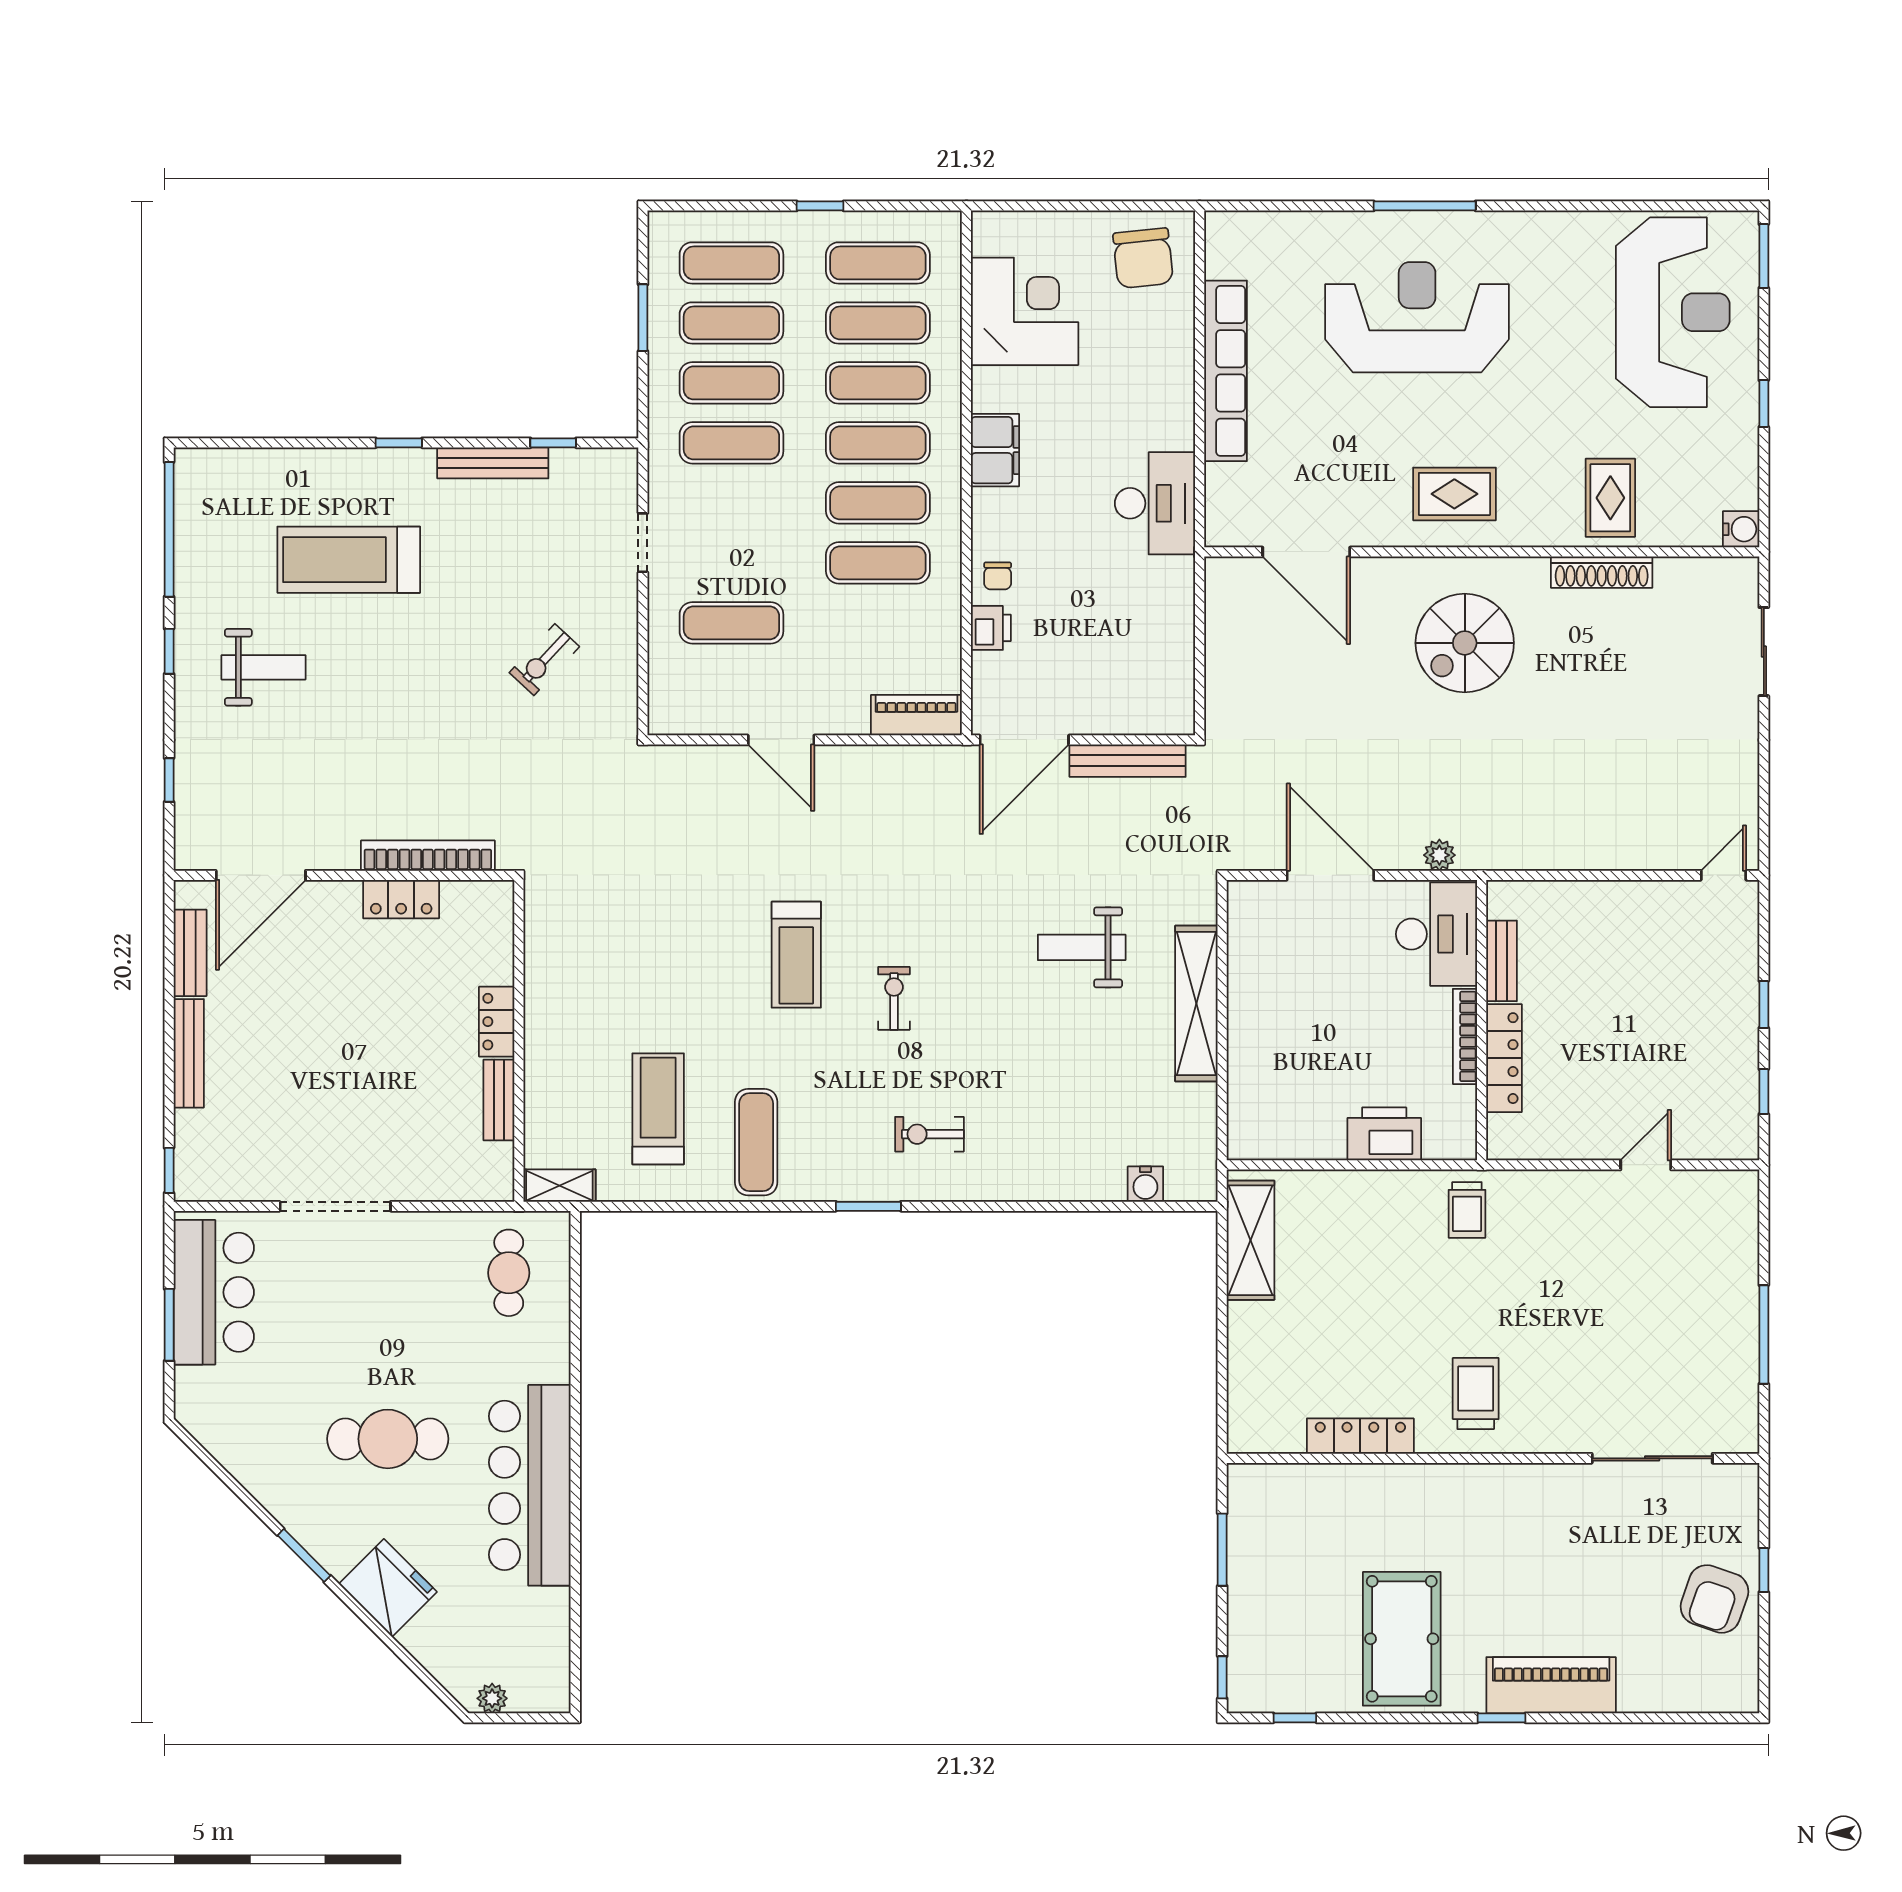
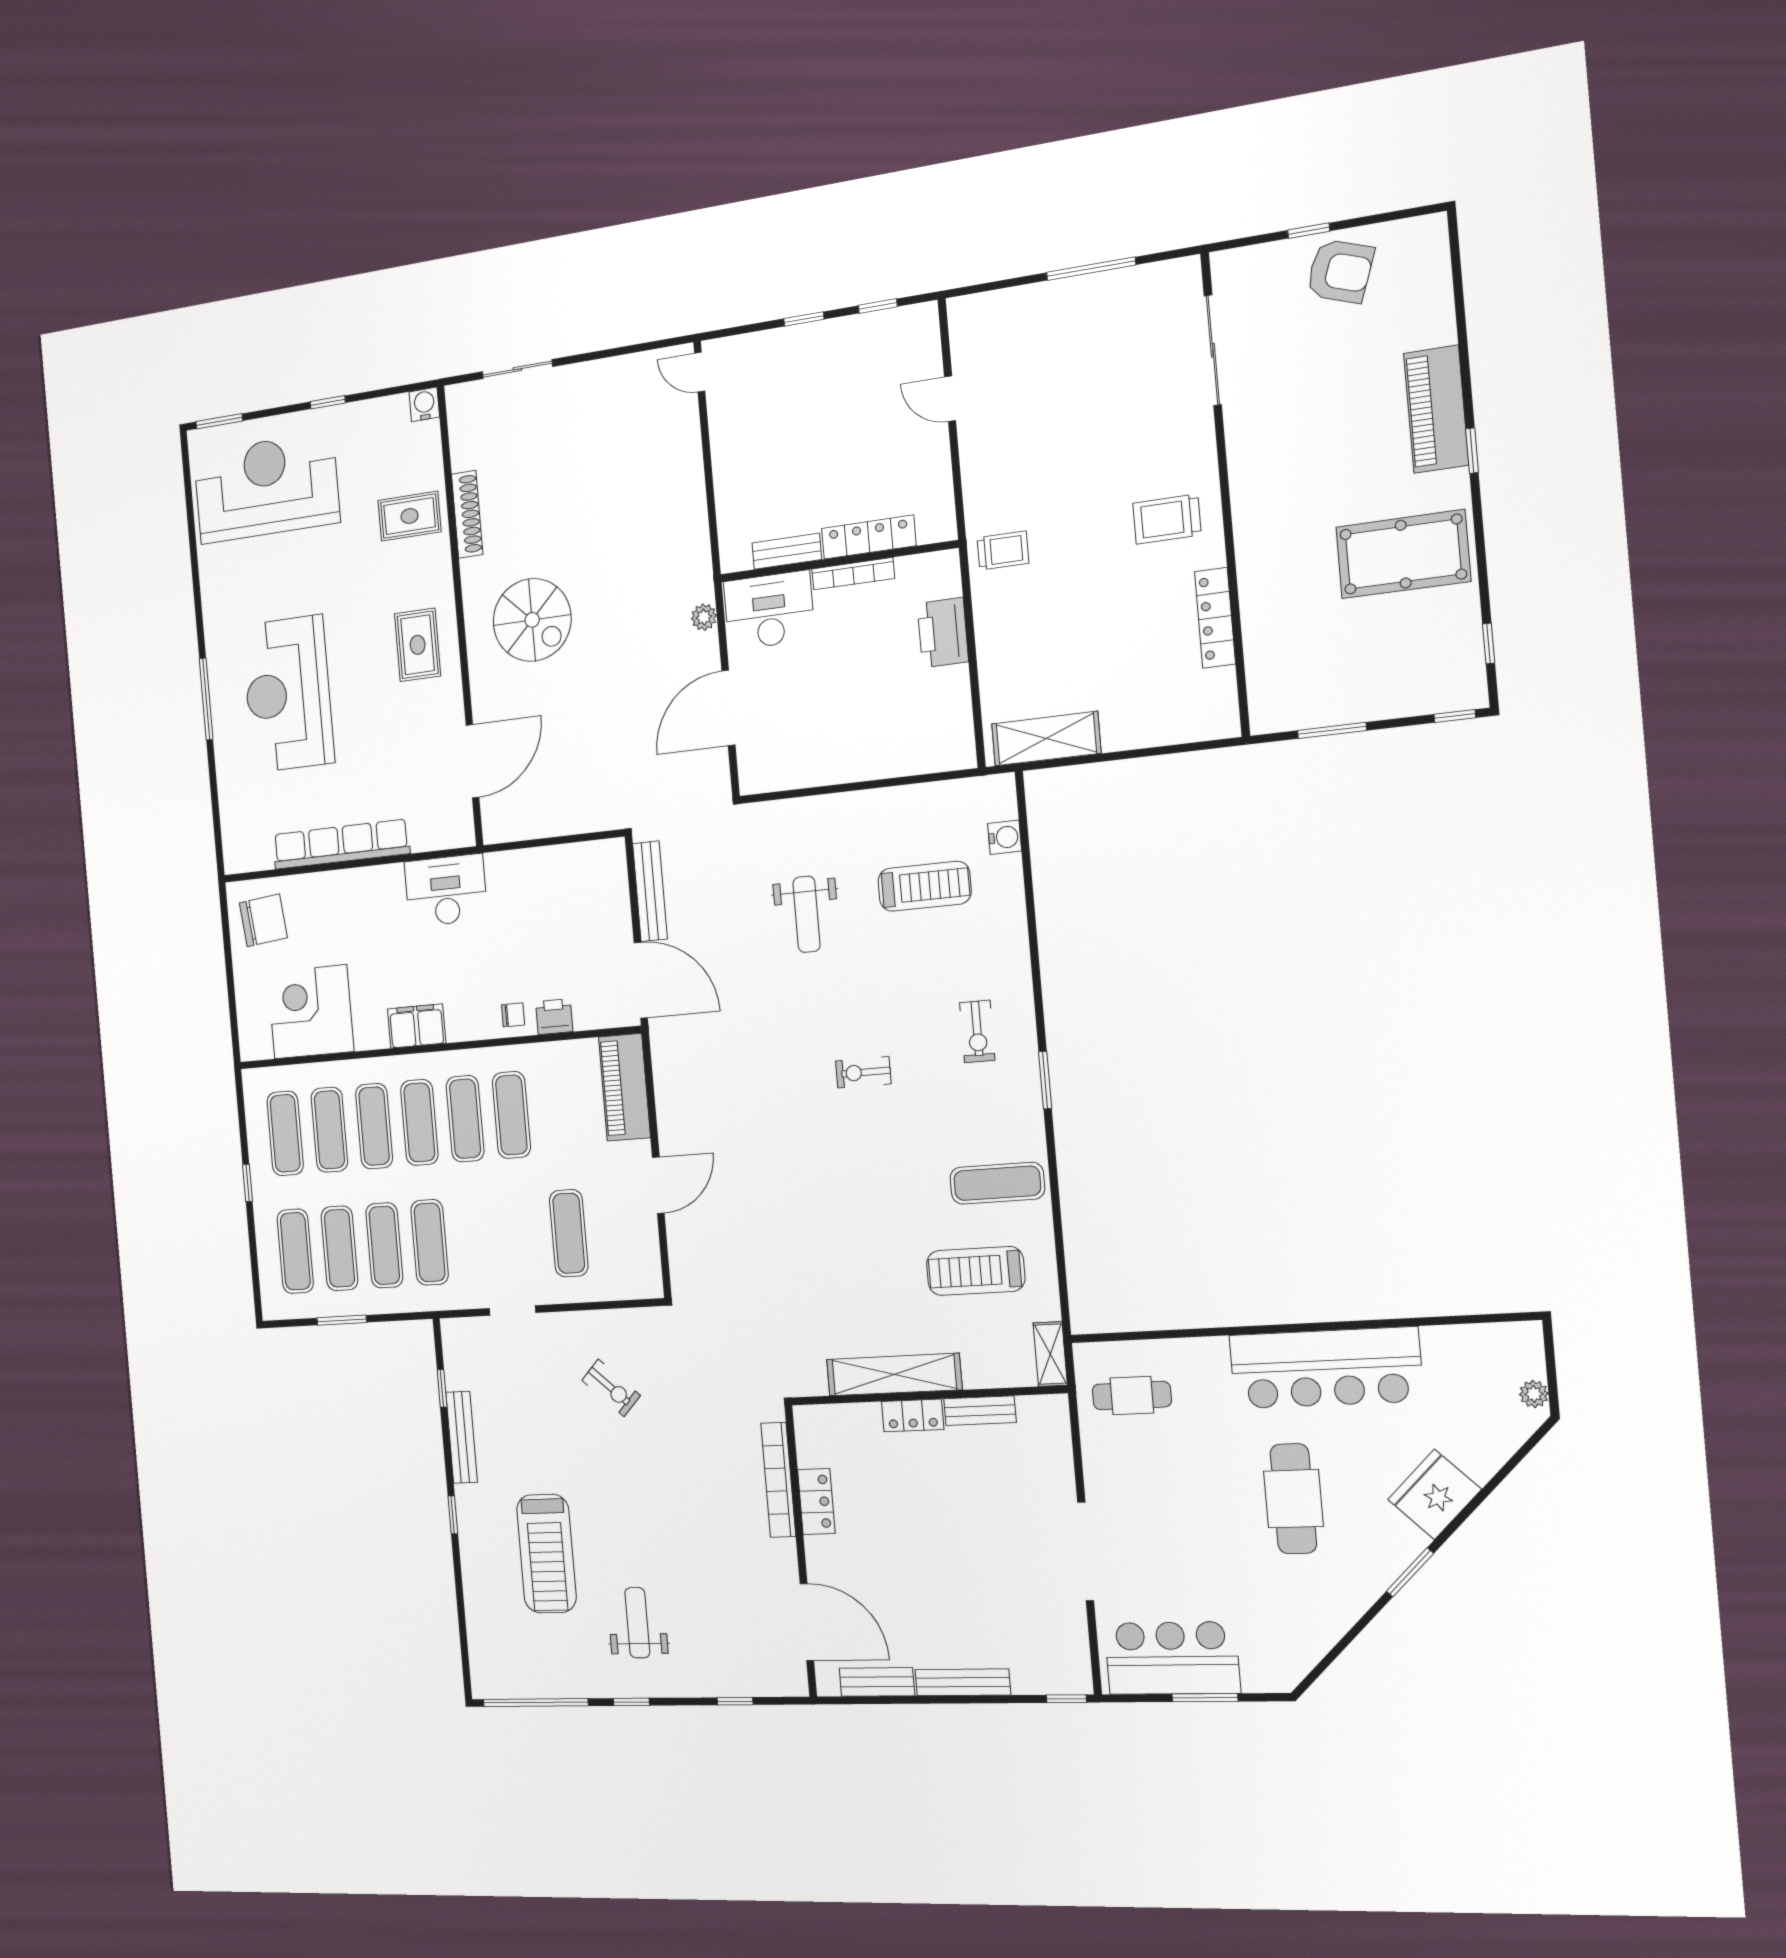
piano: (916, 715) -> (624, 1087), width x1.37, depth x1.33
treadmill: (796, 955) -> (925, 886), moved
shelving: (1196, 1004) -> (894, 1375), moved

